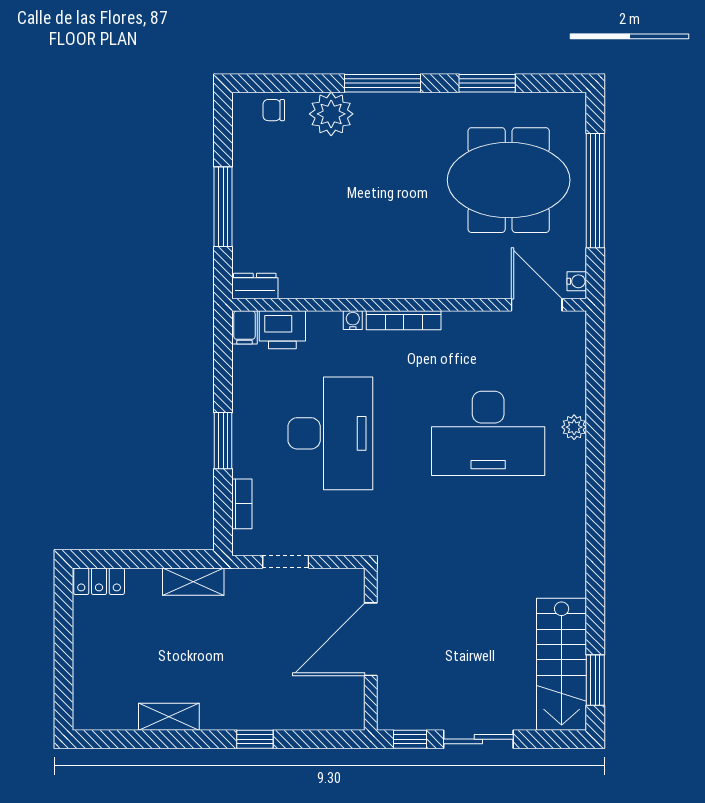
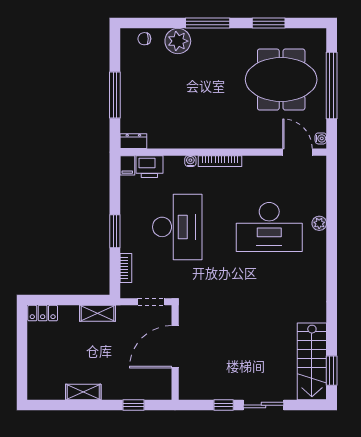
door: (371, 639) -> (175, 347), moved
wall: (371, 649) -> (175, 353), moved

